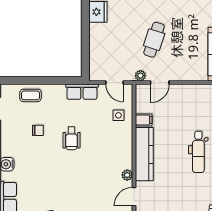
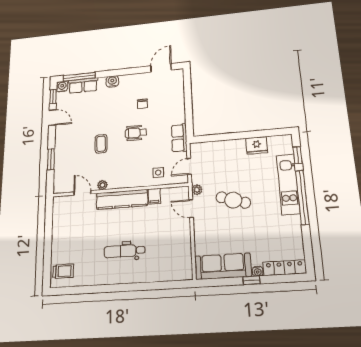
coffee table: (30, 95) -> (101, 144), moved

